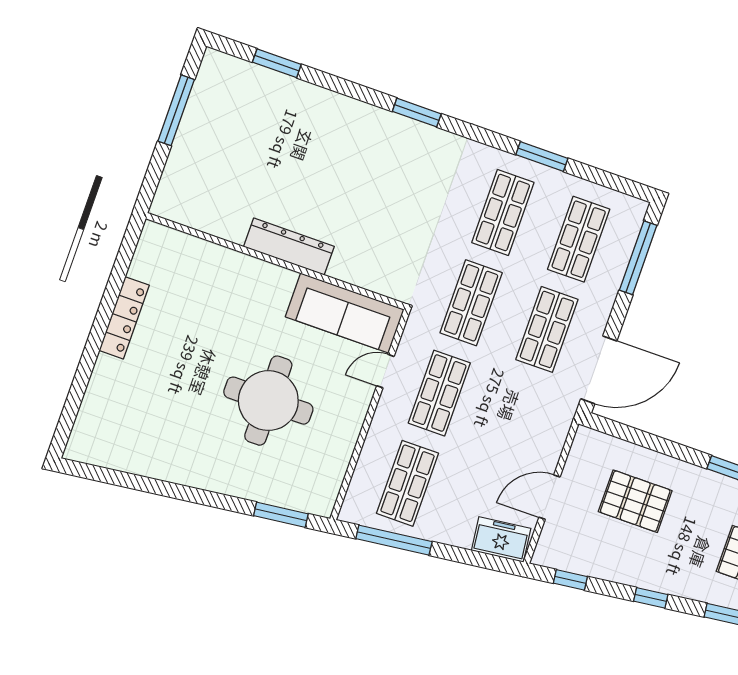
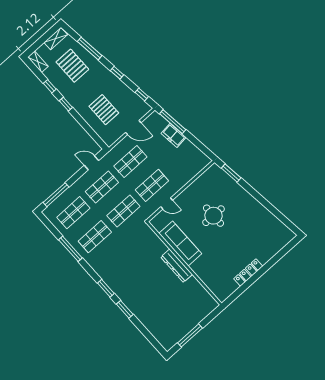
window: (277, 63) -> (125, 309), moved
window: (542, 157) -> (70, 249), width x1.44
sofa: (345, 313) -> (180, 243), moved
door: (599, 370) -> (91, 163), width x0.53
round table: (268, 401) -> (213, 216), width x0.73, depth x0.73
shop shelf: (408, 483) -> (130, 161), moved
freezer: (501, 539) -> (173, 135), moved
window: (394, 540) -> (173, 122), moved

